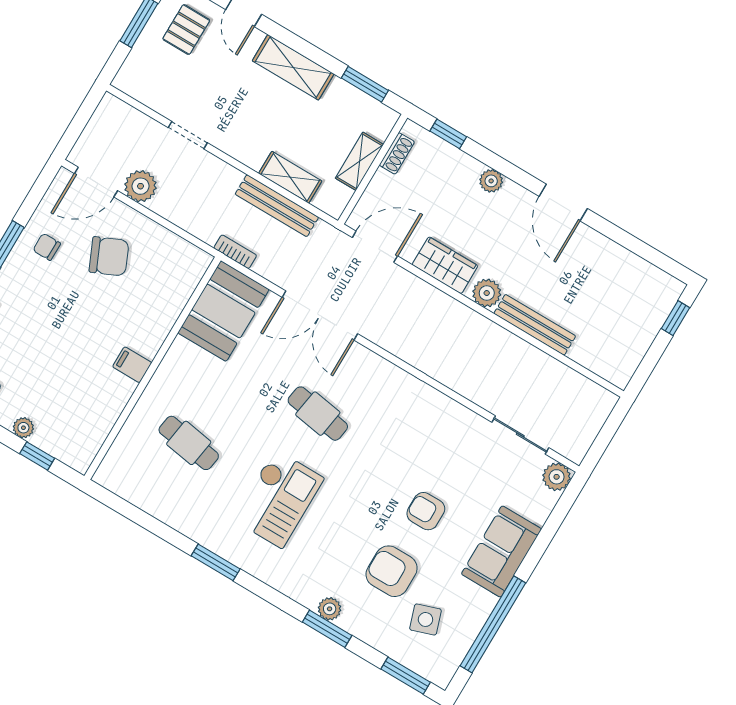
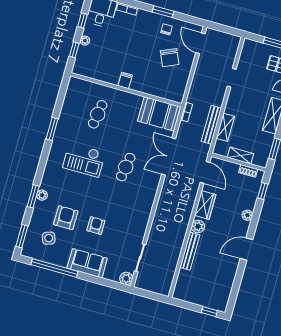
plant: (140, 186) -> (204, 63), removed
window: (216, 562) -> (52, 129), moved

